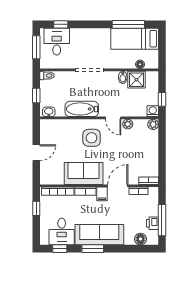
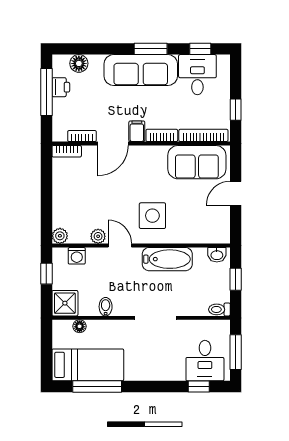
shower: (136, 80) -> (65, 303), moved
washing machine: (153, 111) -> (77, 256), moved
sofa: (84, 173) -> (197, 162), moved

